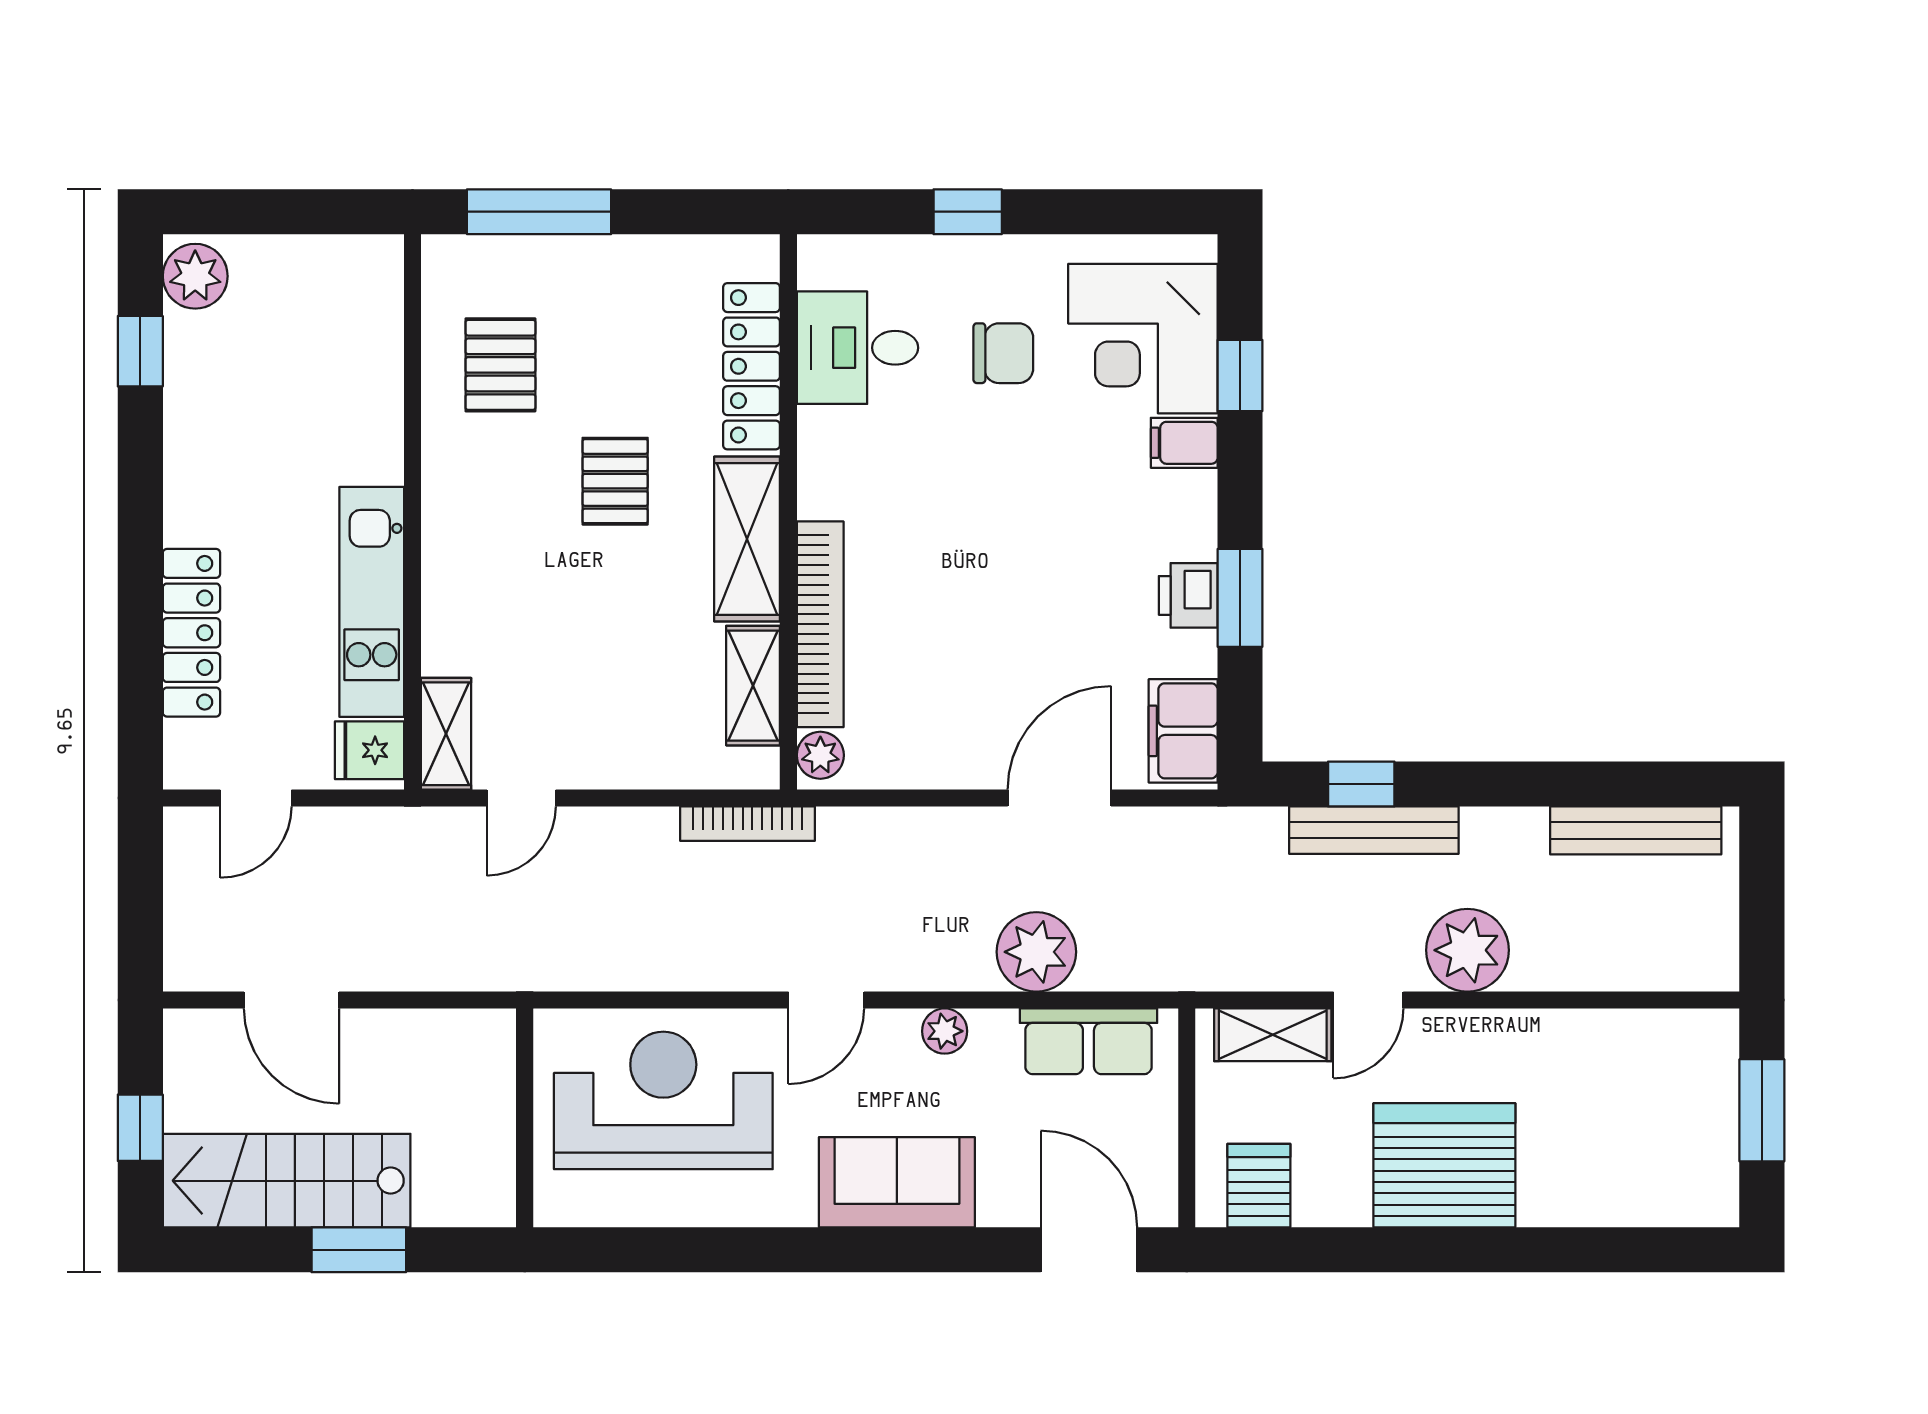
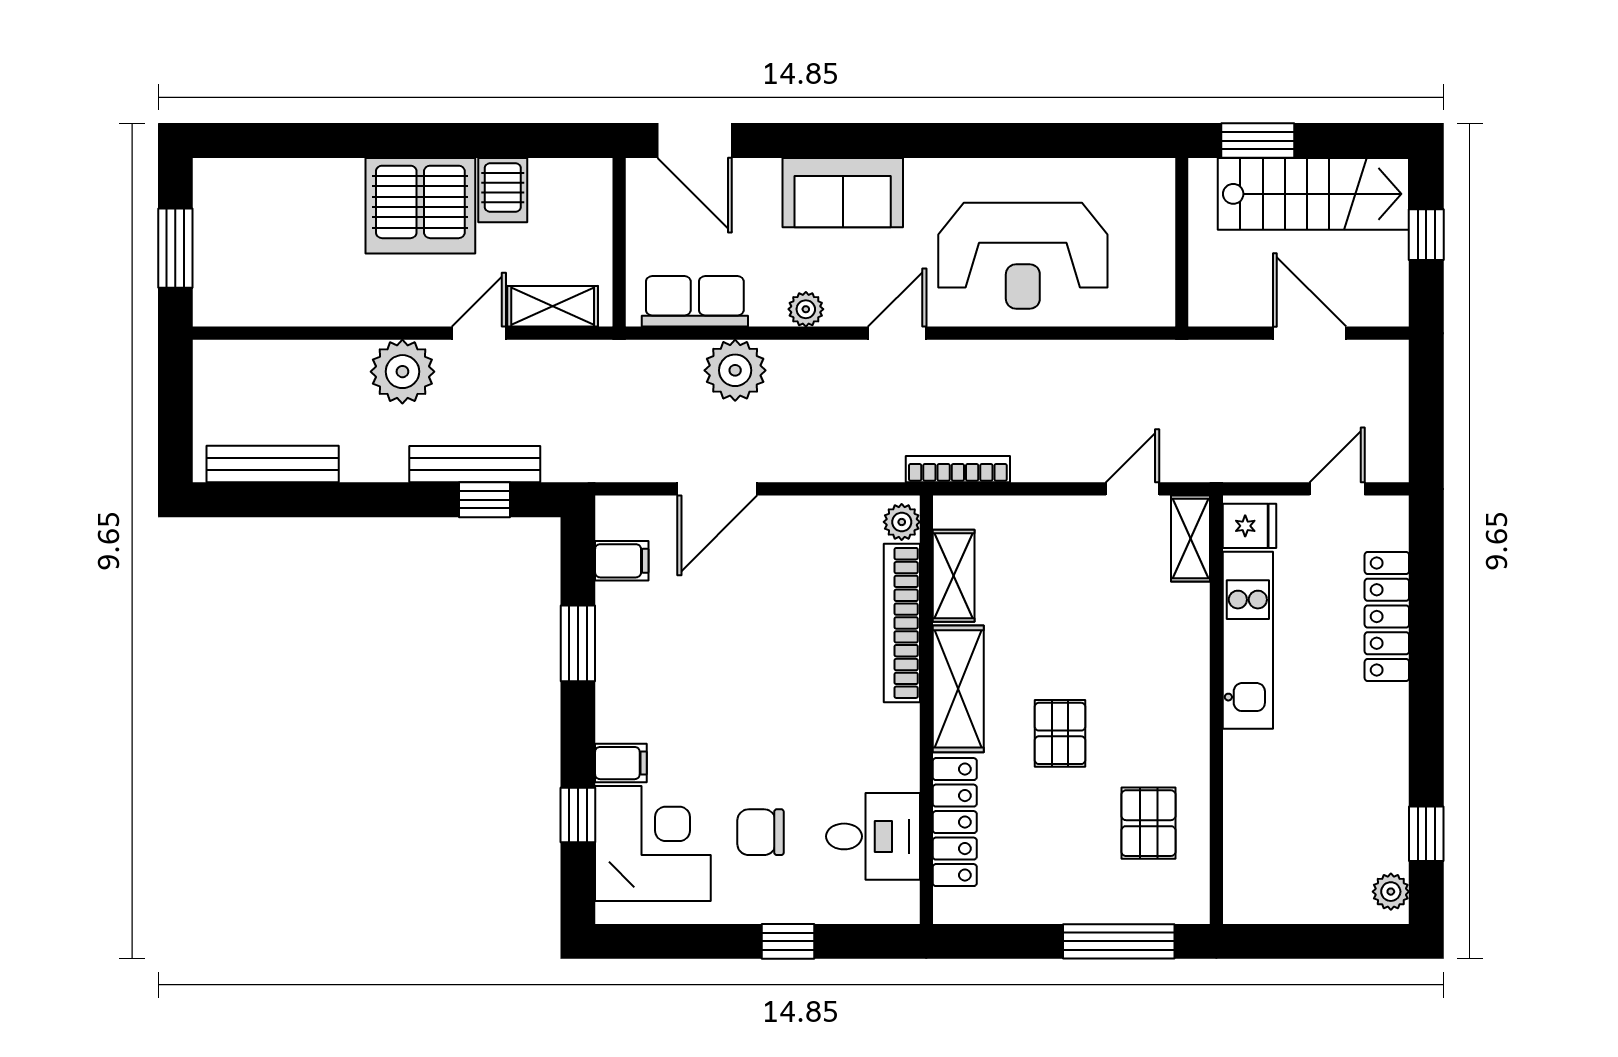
plant: (195, 276) -> (1391, 892), width x0.73, depth x0.73
printer: (1188, 595) -> (618, 645), removed
filing cabinet: (1183, 731) -> (622, 561), width x0.50
wall: (525, 1118) -> (1182, 242), moved
server rack: (1259, 1186) -> (503, 190), moved

